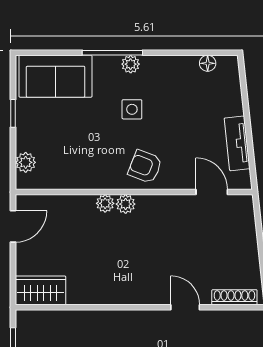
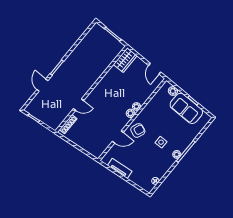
sofa: (56, 76) -> (186, 108), moved, turned -90
door: (212, 192) -> (118, 137), moved

